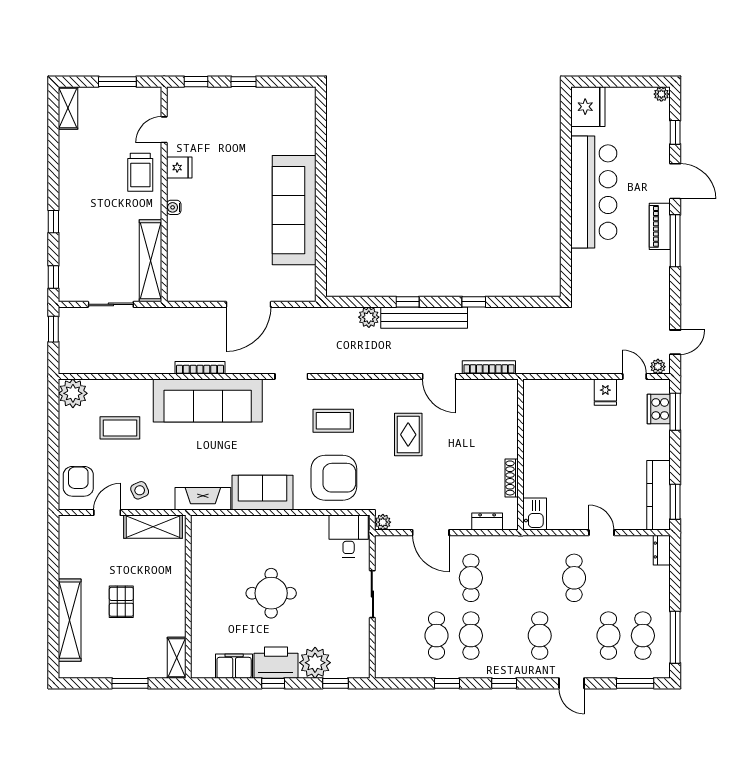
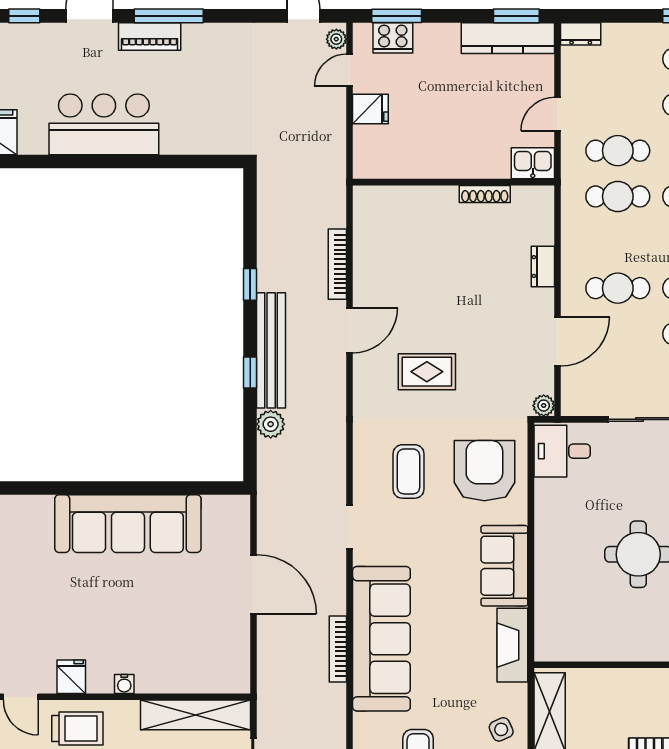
bar counter: (594, 192) -> (104, 124), width x0.73
wall: (520, 455) -> (454, 182), moved
shoe rack: (512, 478) -> (485, 194), moved
kitchen sink: (535, 514) -> (533, 163), moved
cafe table: (540, 578) -> (618, 196), added

